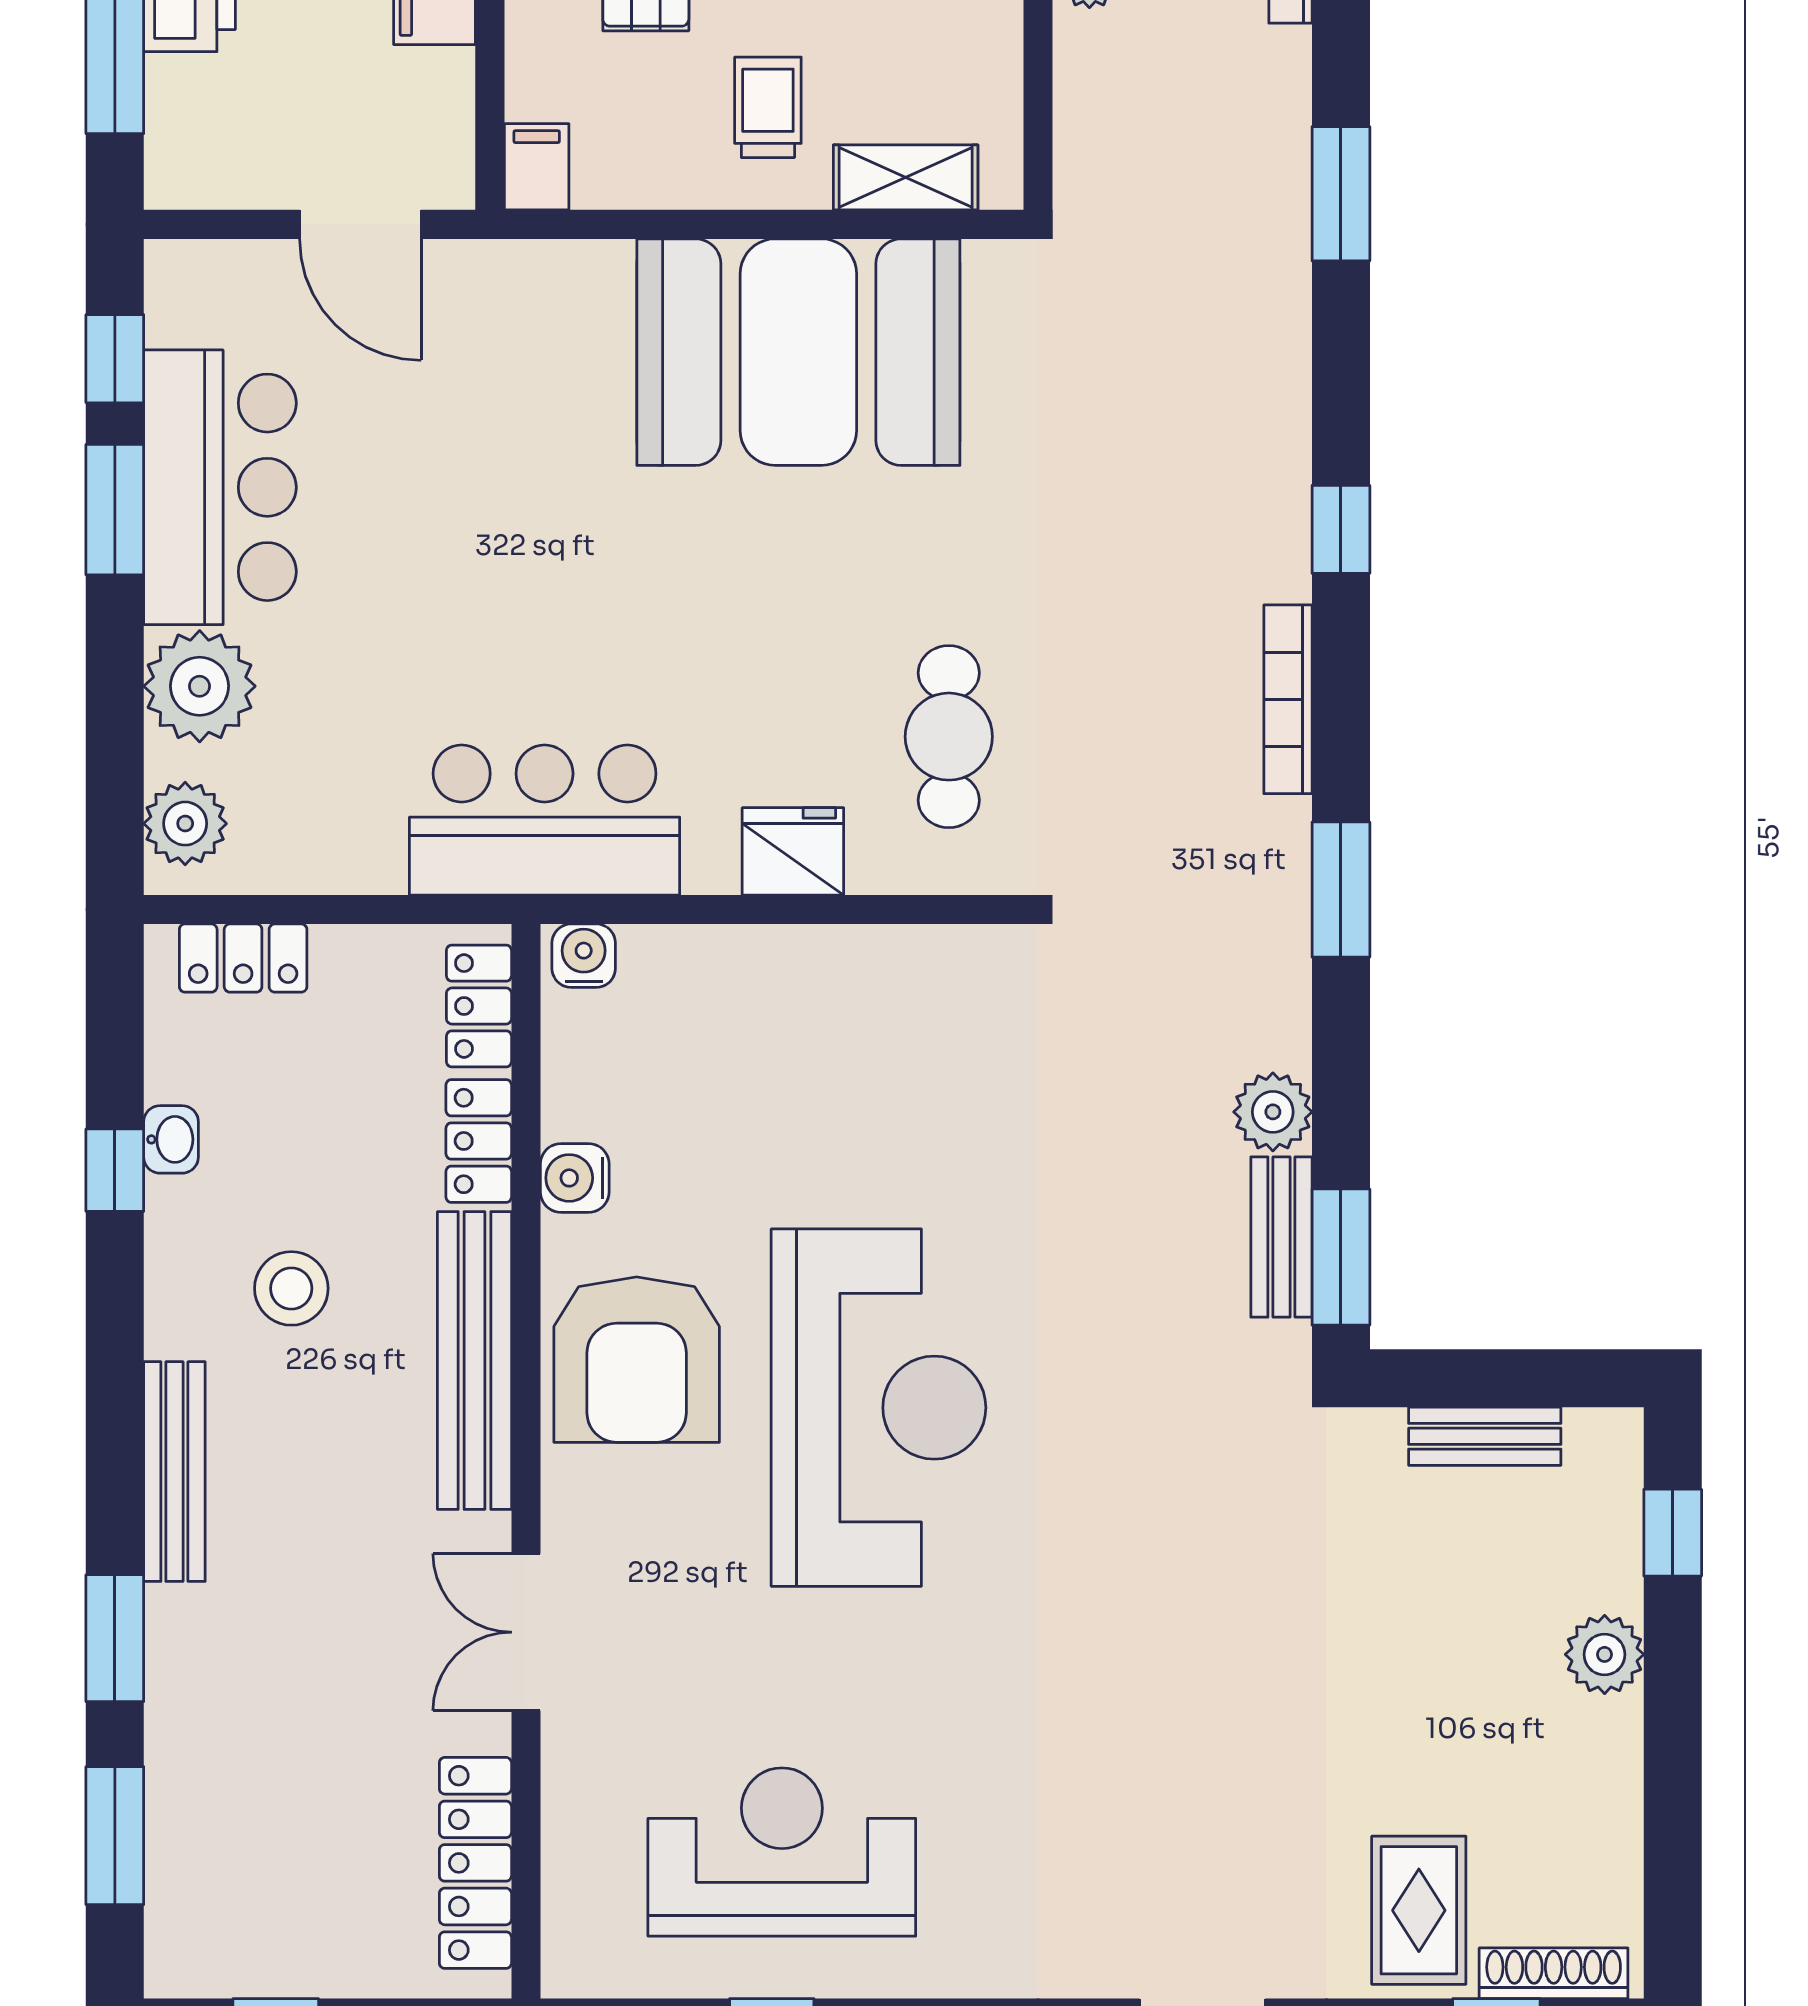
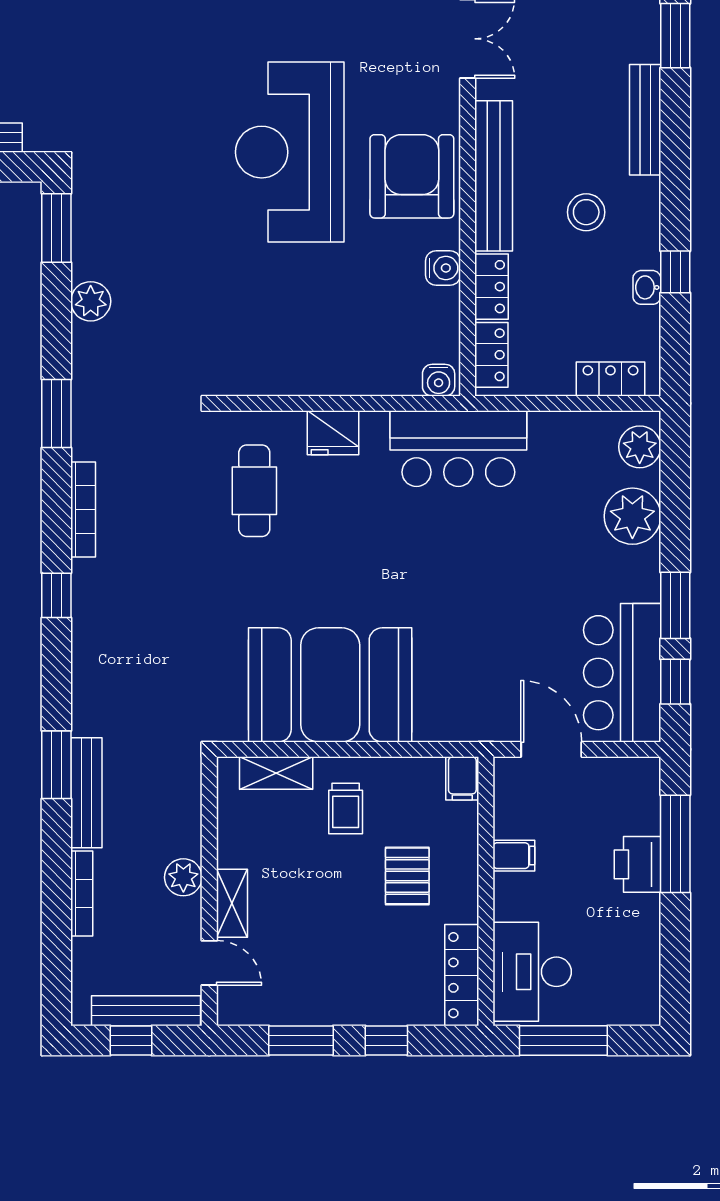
bar counter: (220, 487) -> (622, 673), moved
bench: (1281, 1237) -> (86, 793), moved, width x1.36

